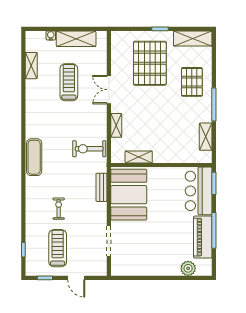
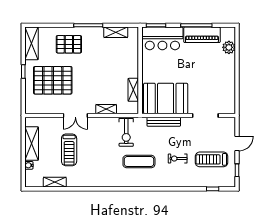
treadmill: (69, 82) -> (69, 150), turned -90
exercise mat: (34, 157) -> (139, 162), moved
bench: (102, 187) -> (164, 122), width x1.36

